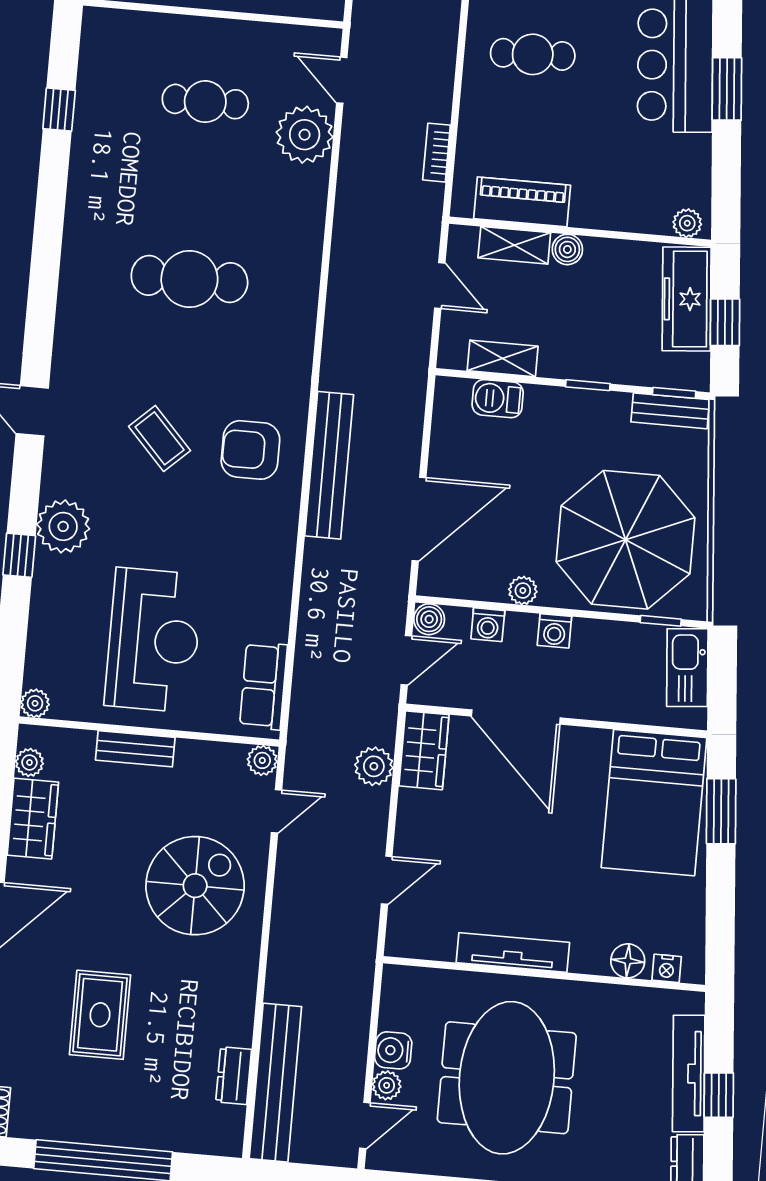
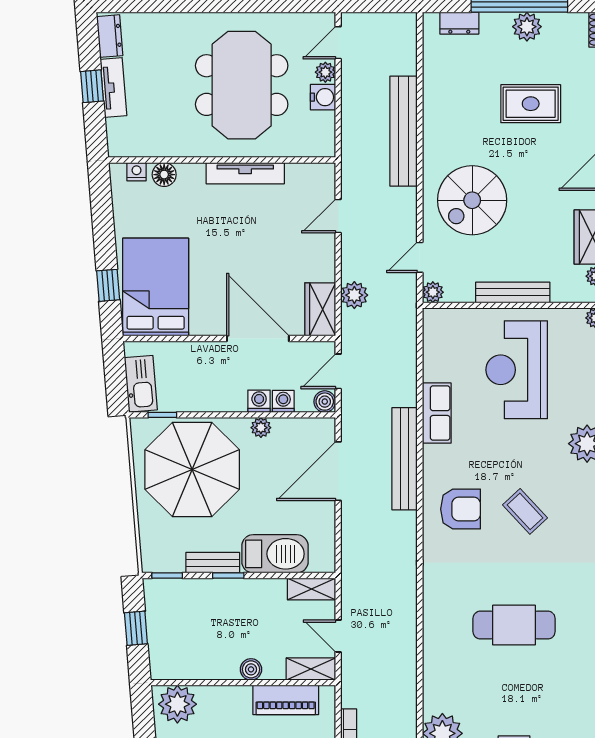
plant: (687, 223) -> (177, 704), width x1.87, depth x1.87
shelving: (514, 245) -> (311, 669), moved
freezer: (687, 299) -> (164, 642), removed
shelving: (503, 358) -> (311, 589), moved
barbecue: (498, 399) -> (275, 554), width x1.88, depth x1.53
bench: (670, 411) -> (213, 563), moved
bench: (329, 465) -> (404, 459), moved
washing machine: (554, 631) -> (259, 401), moved
row of seats: (263, 686) -> (437, 413), moved
bench: (135, 749) -> (513, 292), width x1.36
window: (721, 811) -> (108, 285), width x0.67
rug: (100, 1015) -> (531, 104), turned 90
tv unit: (689, 1074) -> (113, 88), width x0.71
dresser: (234, 1076) -> (459, 23), moved, turned 90
bench: (275, 1083) -> (403, 131), moved
plant: (96, 1124) -> (527, 27), added

